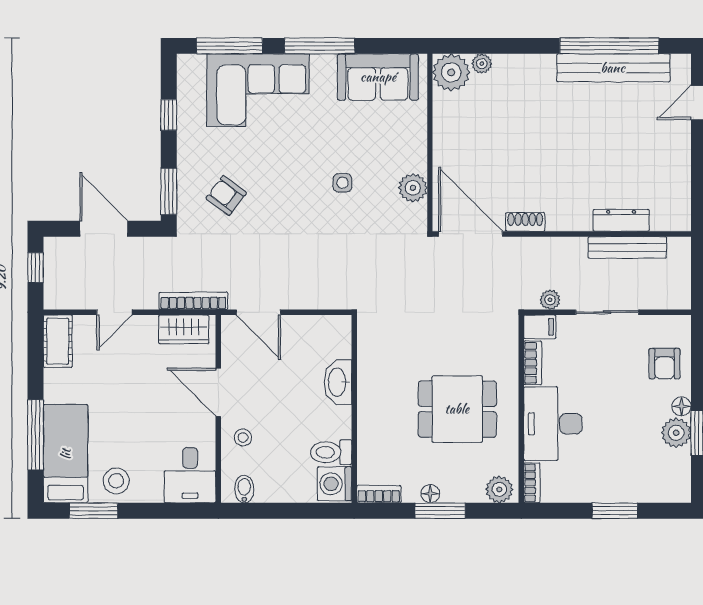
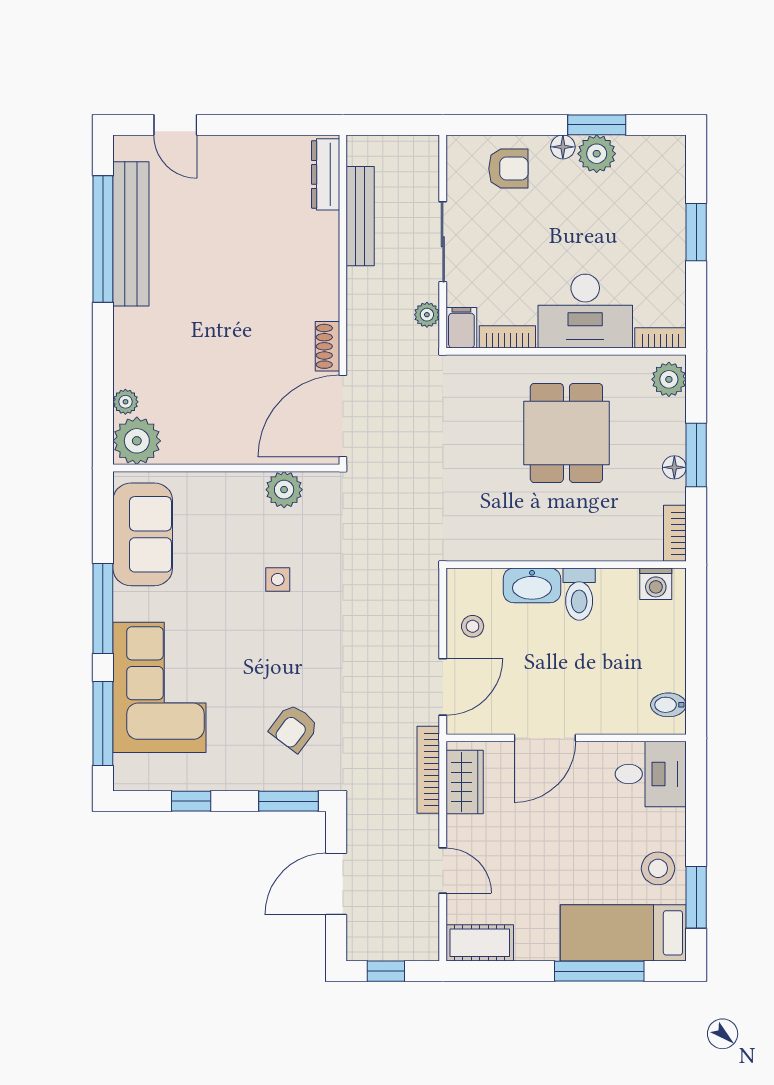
dresser: (621, 220) -> (326, 174), moved
stool: (243, 438) -> (473, 626), moved
toilet: (331, 452) -> (579, 594), moved
washing machine: (334, 484) -> (656, 584), width x0.73, depth x0.73

